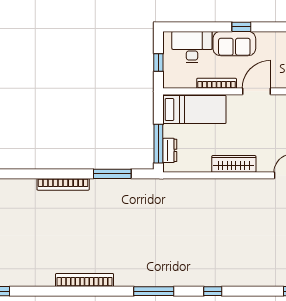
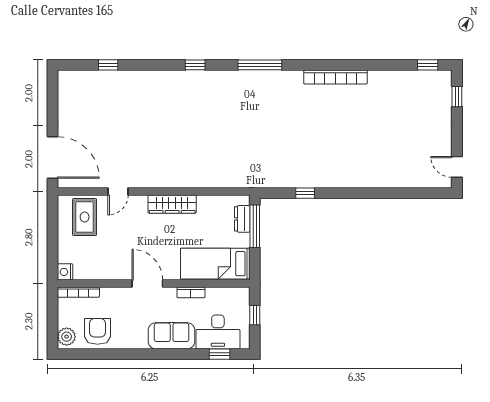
window: (241, 27) -> (220, 354), moved
bookcase: (217, 83) -> (191, 292), width x0.64
door: (256, 91) -> (147, 284), swing flipped
window: (112, 174) -> (305, 193), width x0.46
bookcase: (63, 184) -> (359, 182), removed

